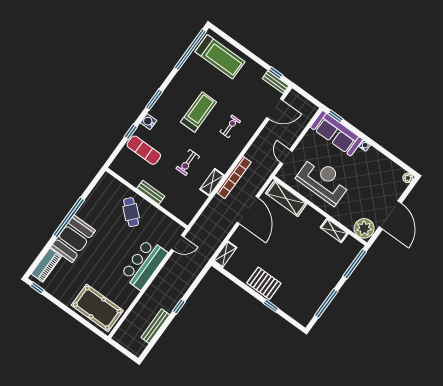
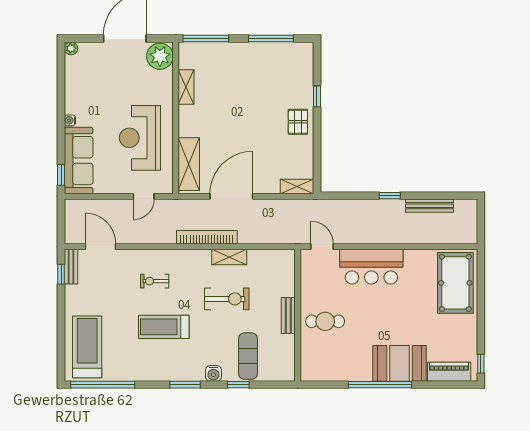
exercise bike: (188, 162) -> (227, 299), width x1.38, depth x1.39
cafe table: (131, 212) -> (325, 321), turned 48
pallet: (264, 283) -> (298, 122), width x0.67, depth x0.71

